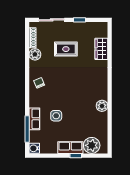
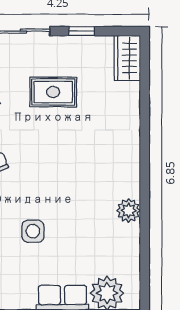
wardrobe: (101, 49) -> (127, 58), moved

